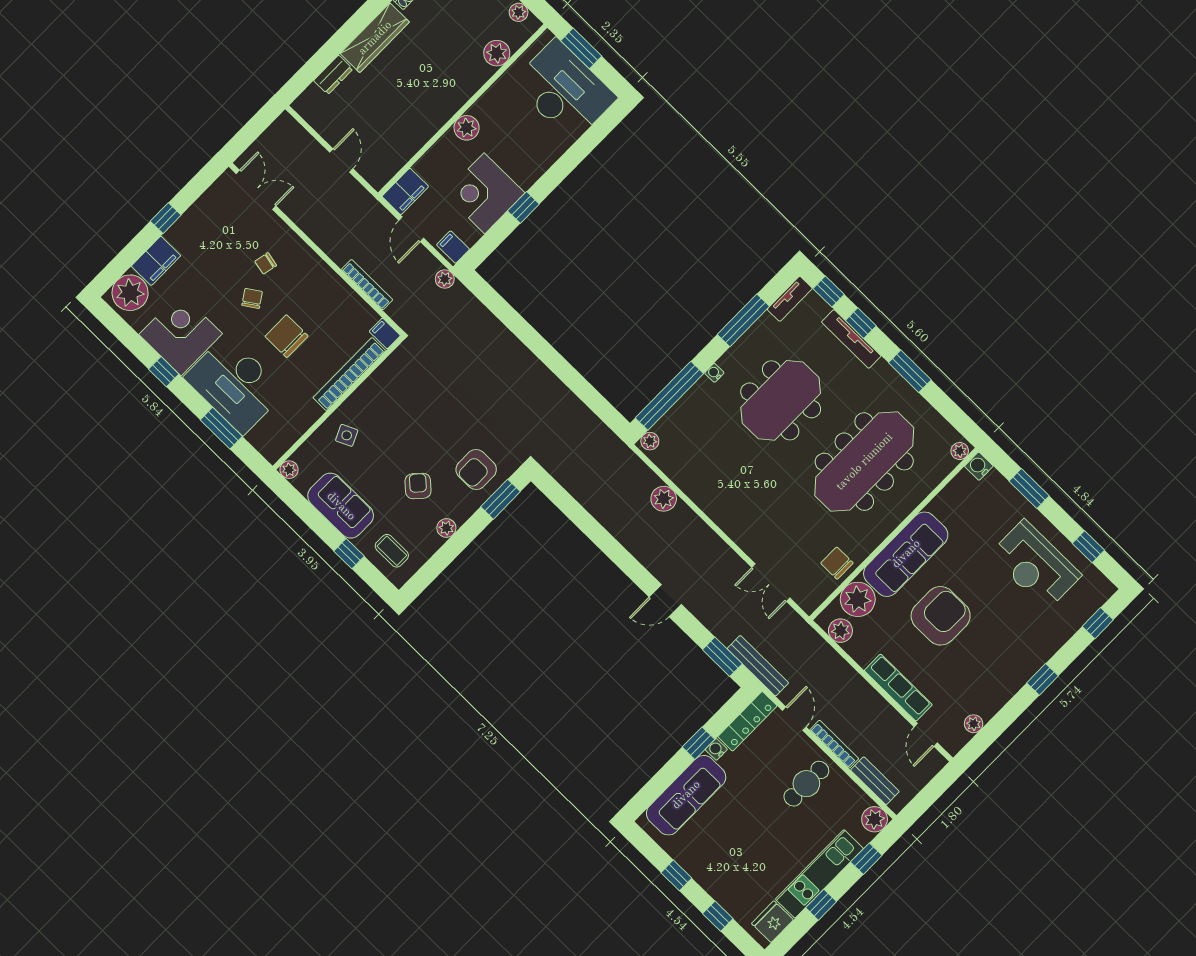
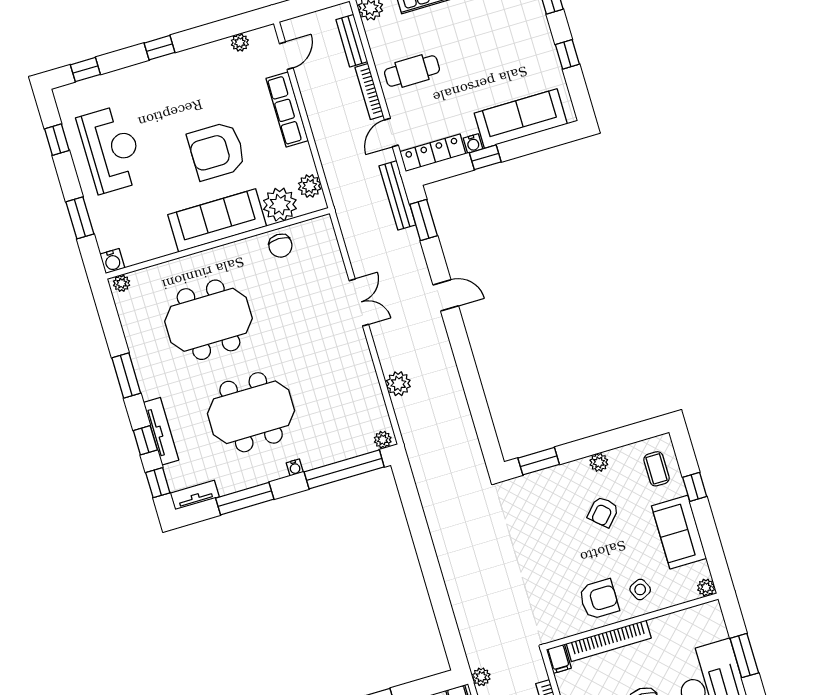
meeting table: (864, 462) -> (208, 320), width x0.73
armchair: (476, 470) -> (599, 599), moved
double door: (771, 583) -> (359, 303), moved

